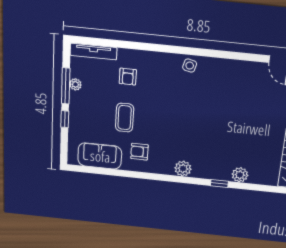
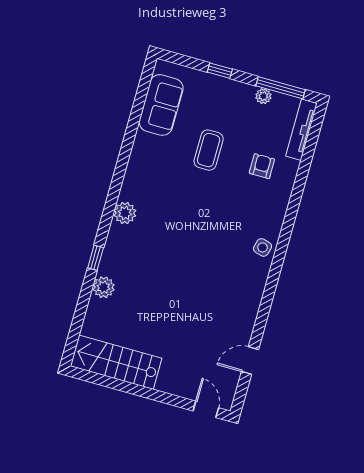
armchair: (128, 77) -> (262, 166), turned 90
window: (66, 86) -> (280, 88), moved
coffee table: (125, 118) -> (209, 150), turned 90
armchair: (139, 152) -> (158, 160), removed

